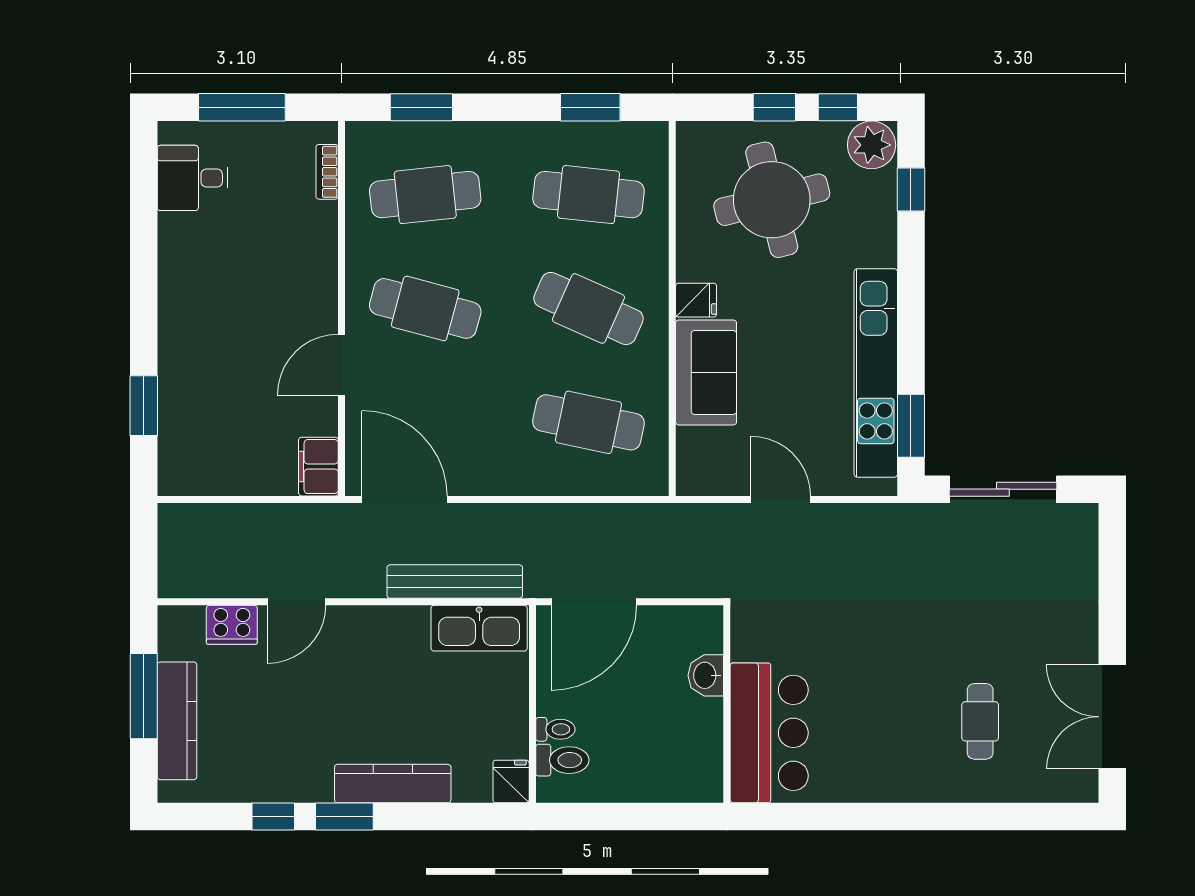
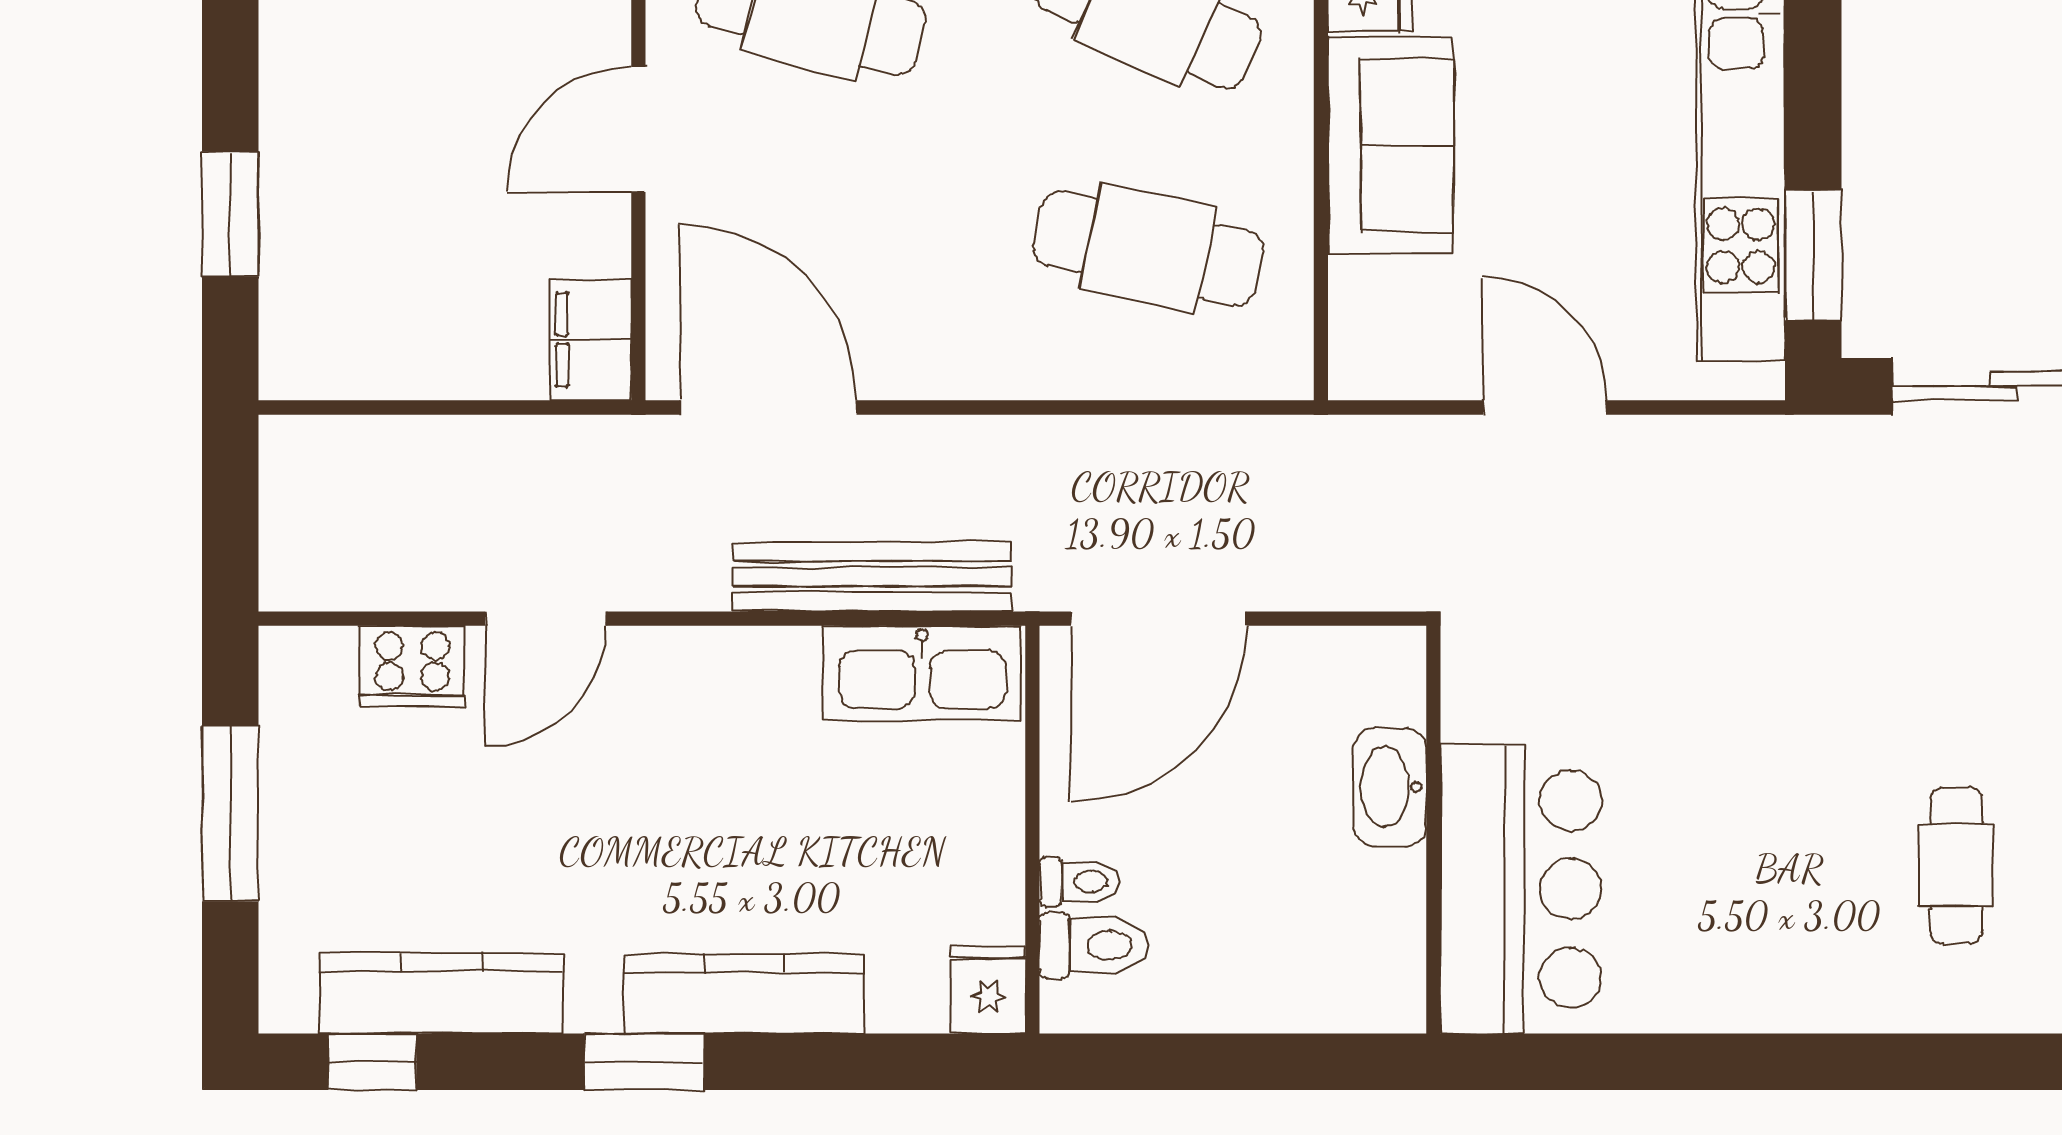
washbasin: (706, 675) -> (1390, 787), width x1.38
kitchen counter: (177, 721) -> (441, 993), moved, turned -90
window: (273, 817) -> (372, 1062), moved

